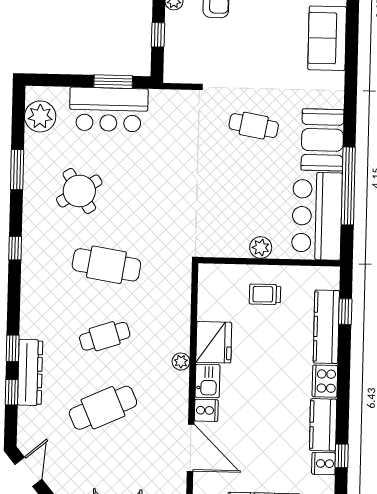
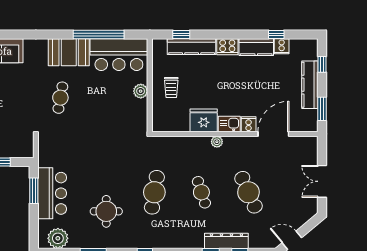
round table: (79, 191) -> (106, 211), turned 32

